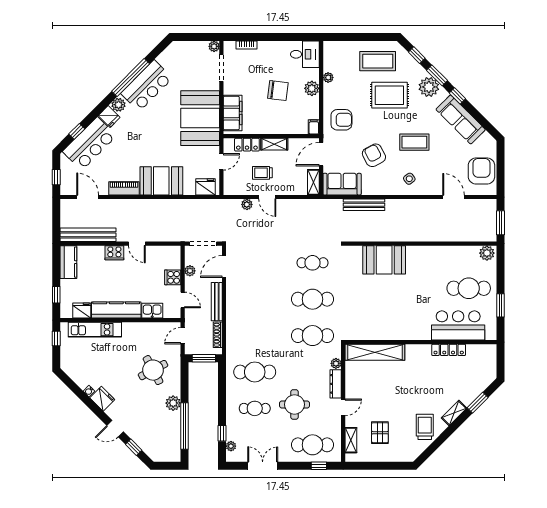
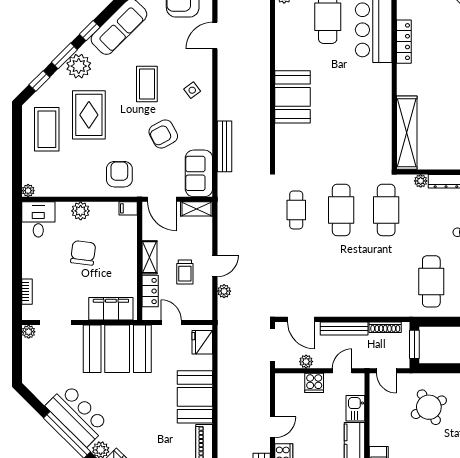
plant: (328, 78) -> (28, 191), moved
booth: (384, 260) -> (293, 97), moved

